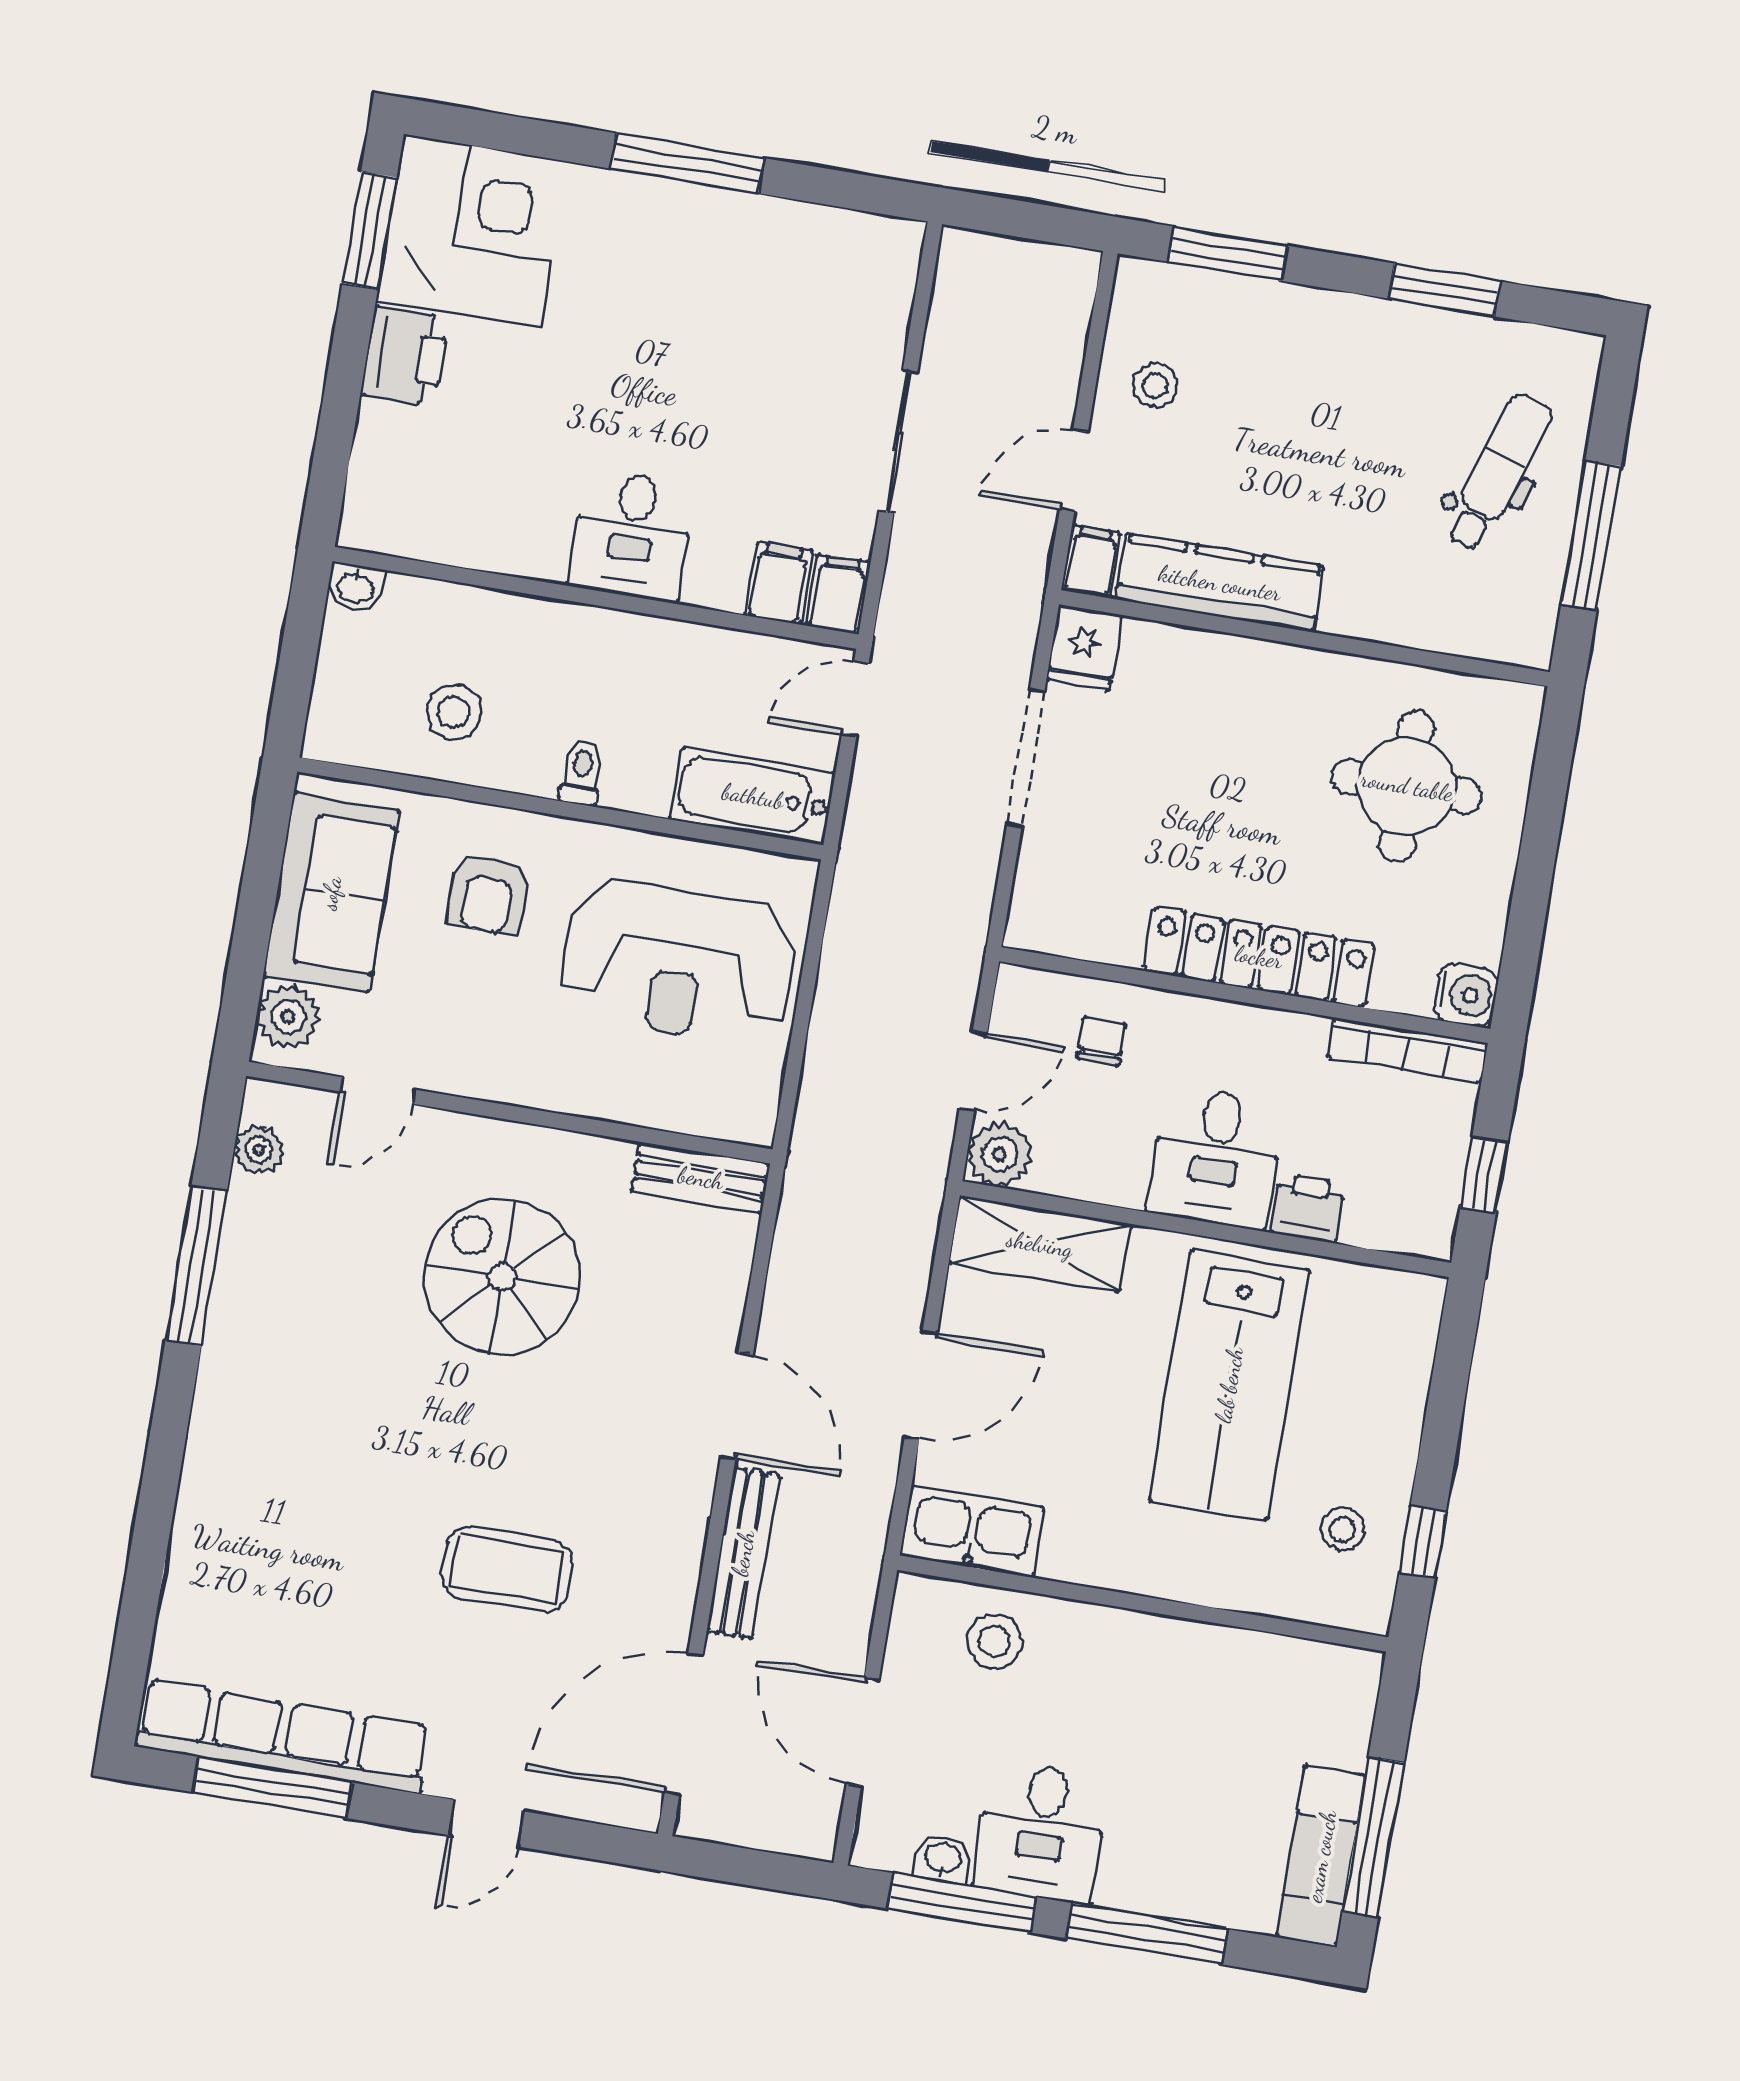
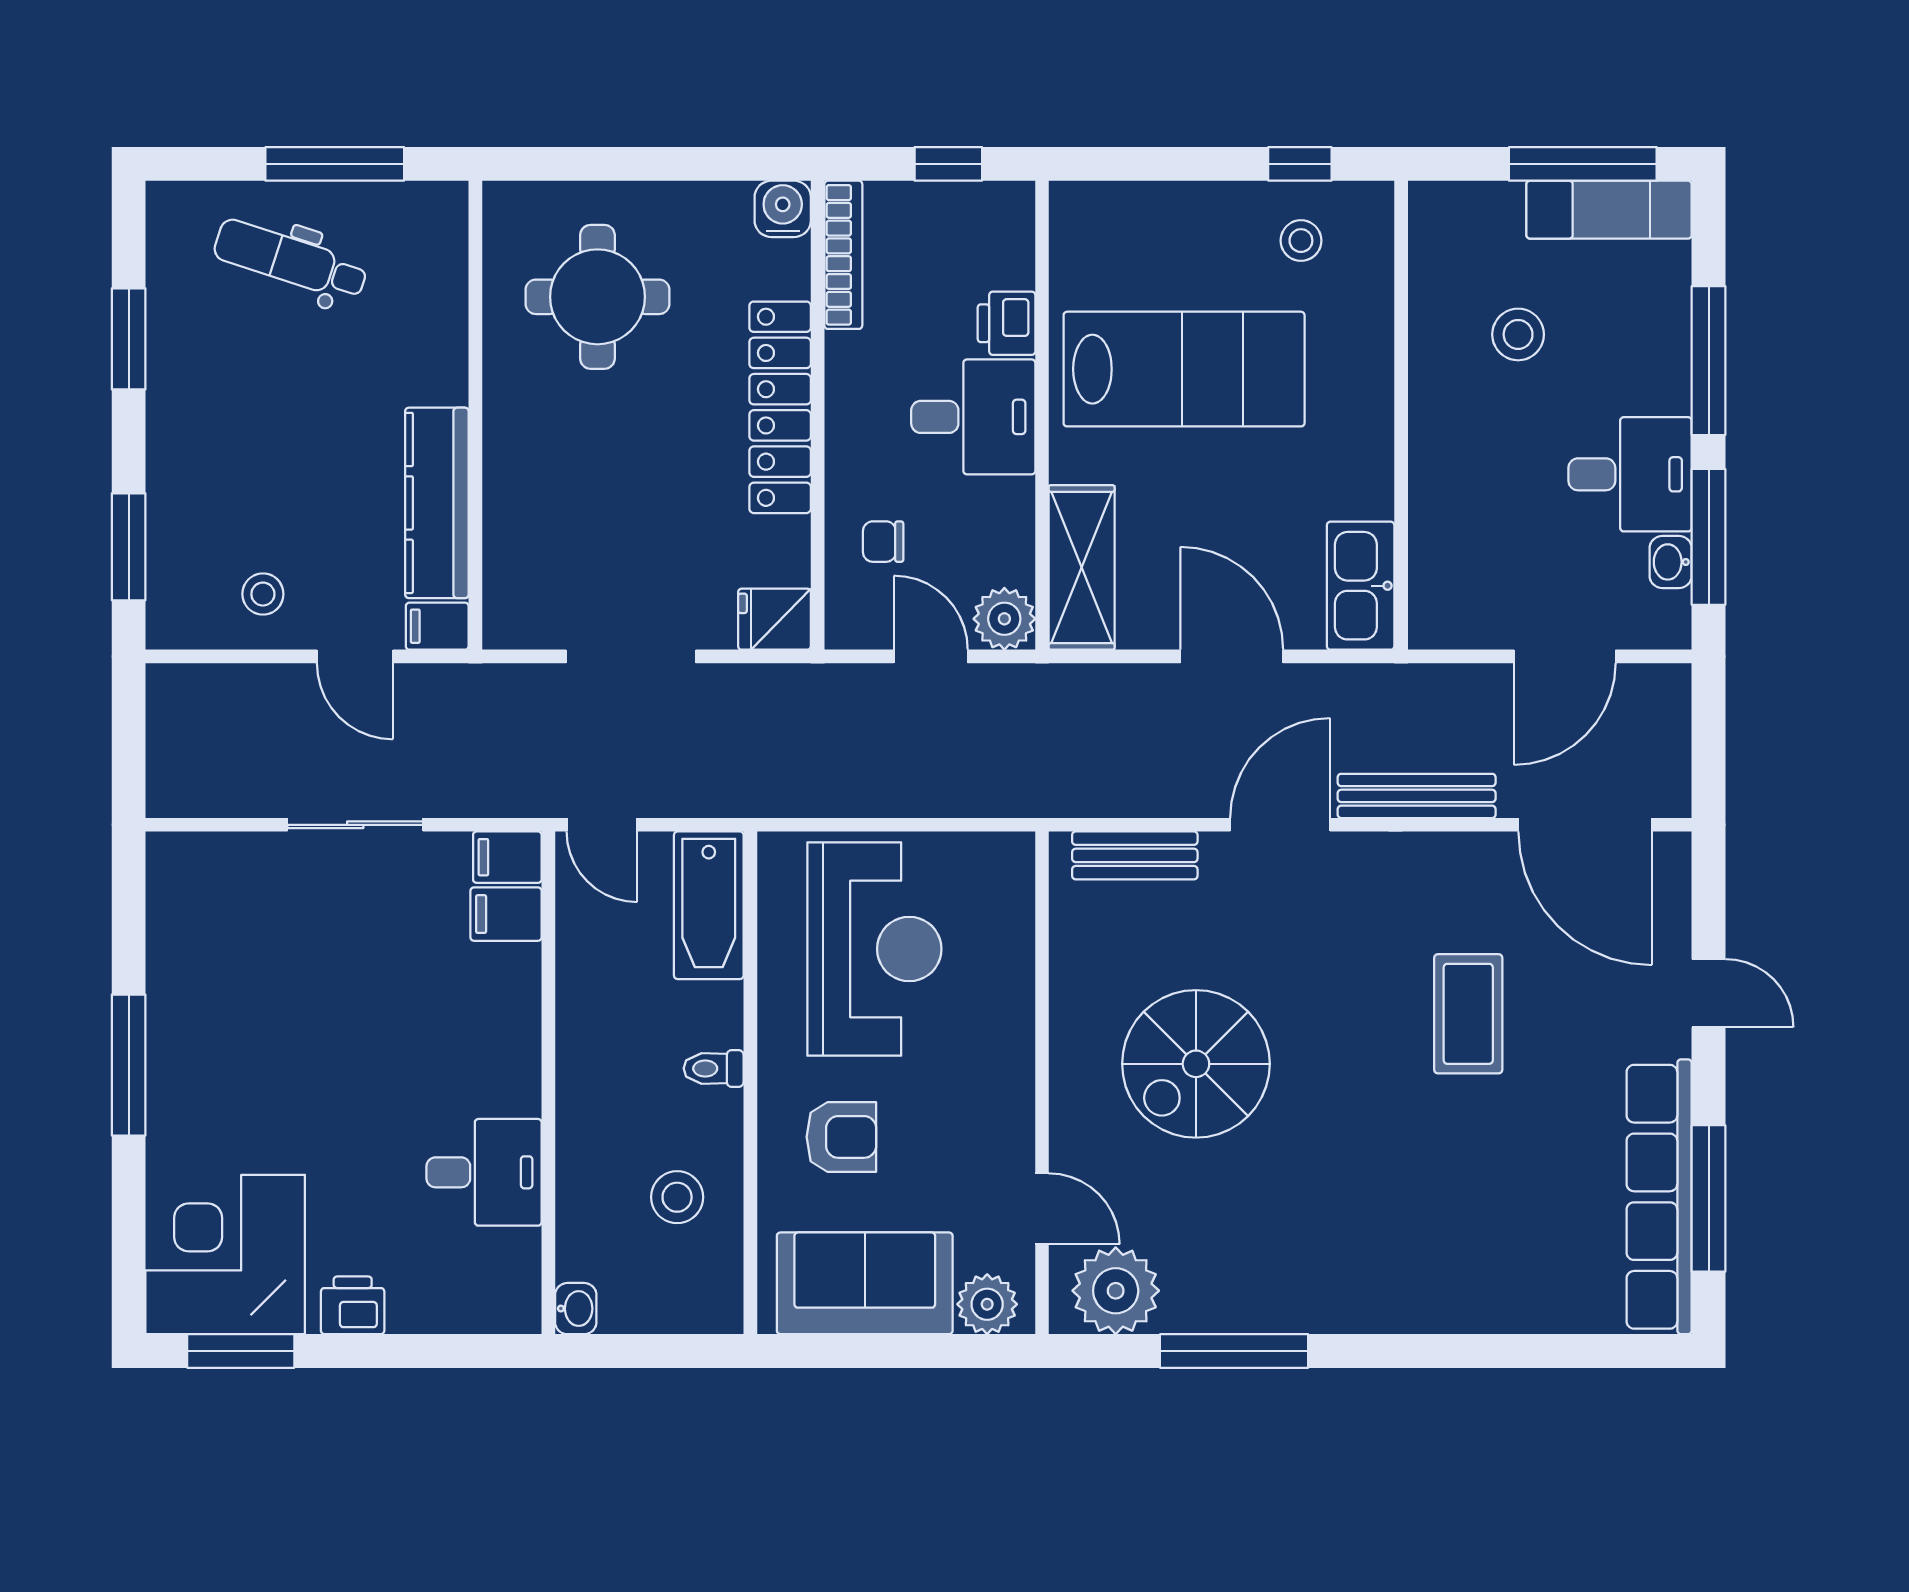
printer: (405, 356) -> (353, 1305), width x0.73, depth x0.81
desk: (632, 535) -> (484, 1172), moved
fridge: (1084, 648) -> (774, 619), moved, turned 180
plant: (259, 1150) -> (1116, 1291), width x1.88, depth x1.88
bench: (701, 1178) -> (1135, 855), moved, turned 90
stool: (994, 1641) -> (1518, 334), moved

